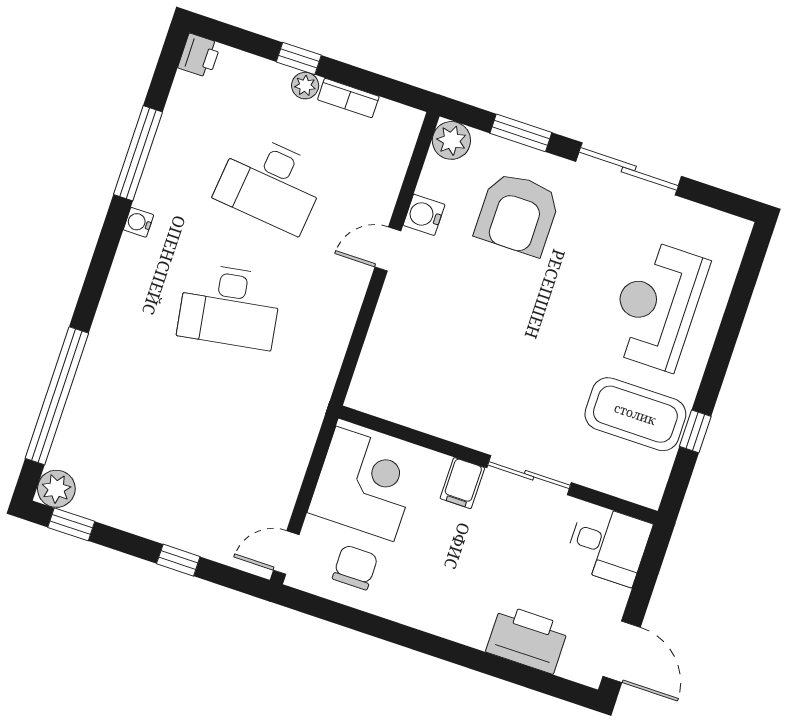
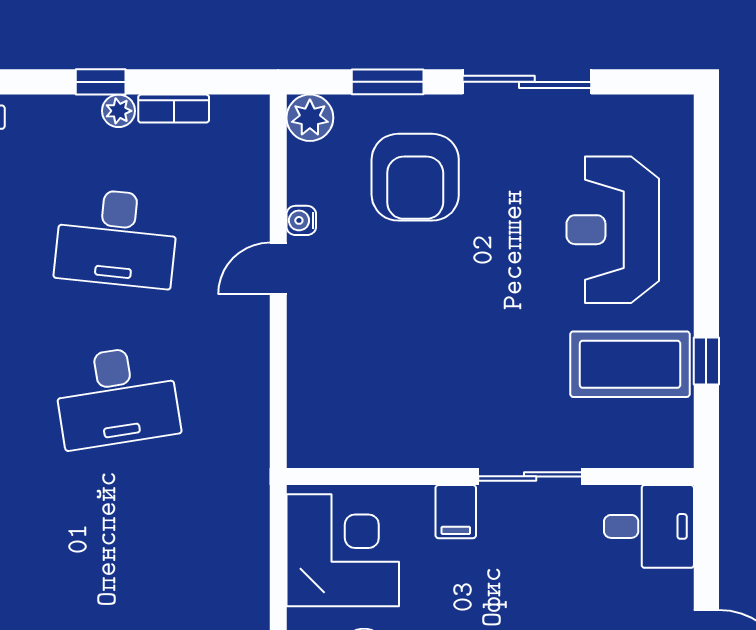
water cooler: (424, 215) -> (301, 220), width x0.72, depth x0.72

